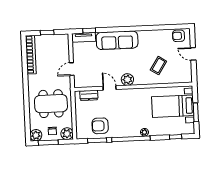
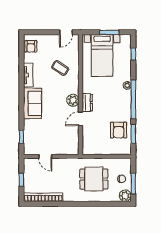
tv unit: (84, 37) -> (28, 75), moved
sofa: (117, 40) -> (32, 103), width x0.73
door: (193, 54) -> (66, 32), moved
door: (72, 69) -> (45, 156), moved
dresser: (89, 95) -> (87, 103), moved
dining table: (51, 104) -> (94, 179), width x0.73
plant: (67, 134) -> (125, 164), removed

